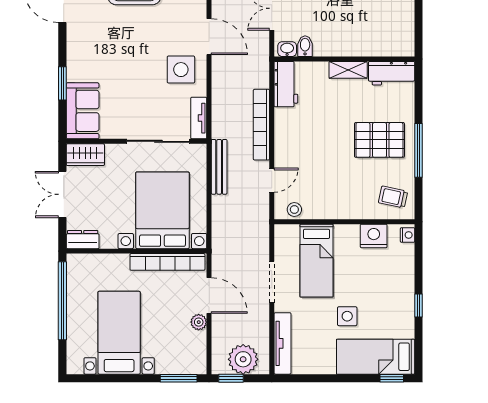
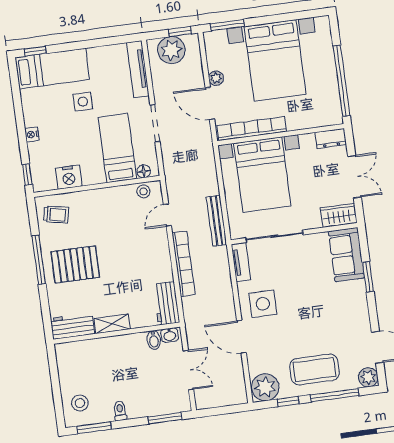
floor lamp: (291, 231) -> (144, 171), added
nightstand: (408, 235) -> (32, 134), moved
window: (418, 306) -> (27, 174), moved
bed with nightstands: (119, 333) -> (275, 60), width x1.36

